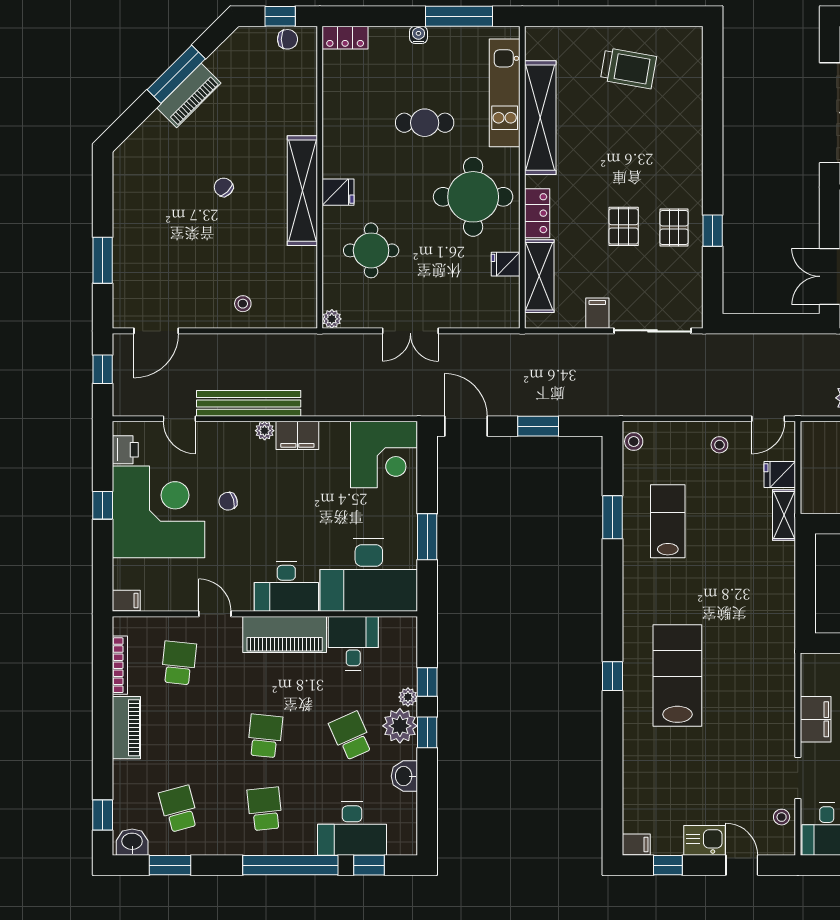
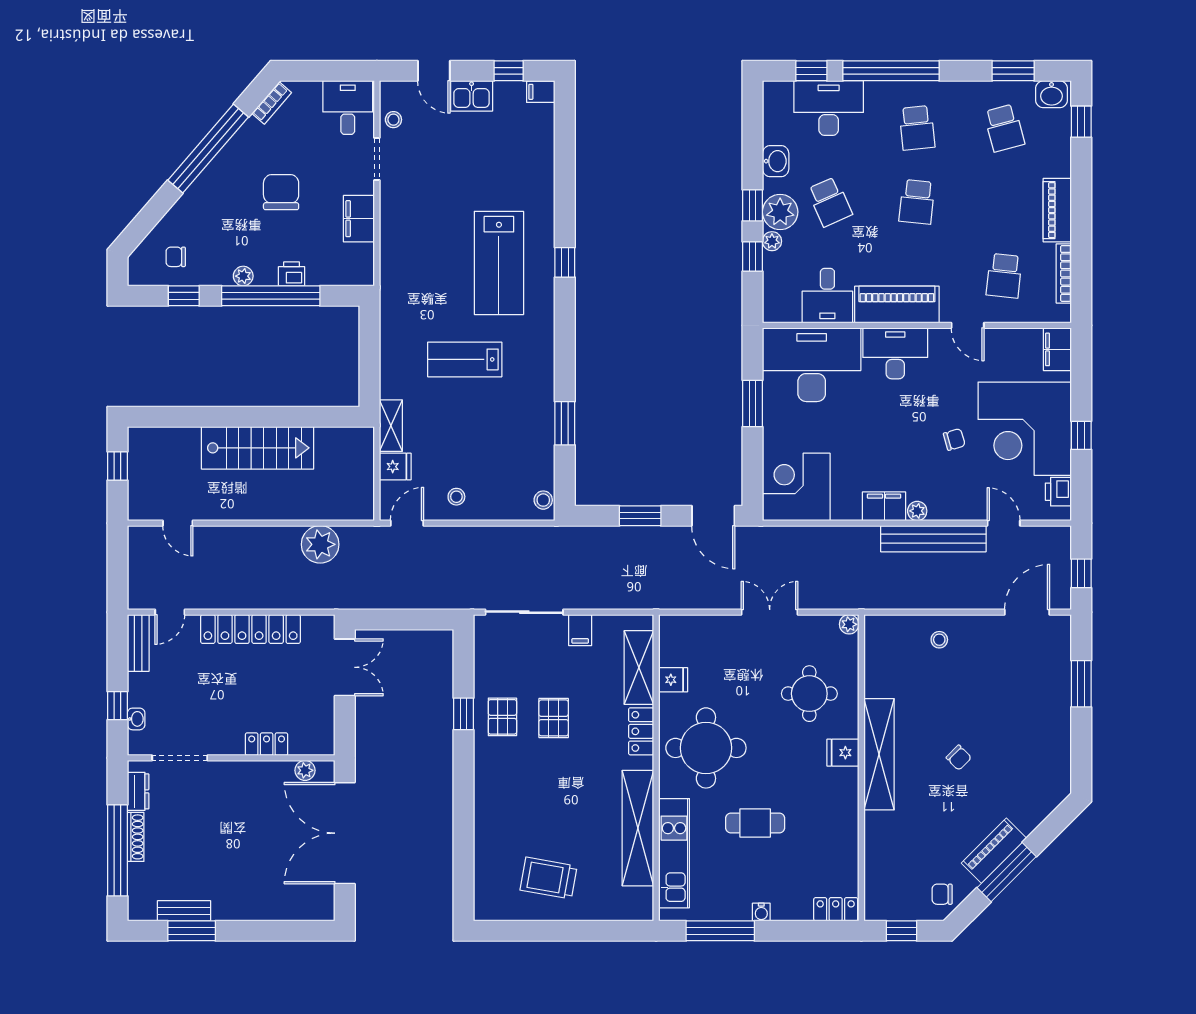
chair: (288, 39) -> (942, 894), moved
lab bench: (668, 521) -> (465, 359), moved, turned 90
filing cabinet: (126, 601) -> (1057, 349), width x2.00

